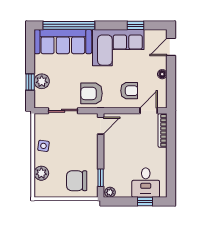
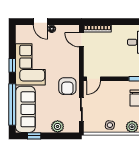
window: (135, 25) -> (12, 65), moved
door: (171, 47) -> (40, 22), moved
window: (30, 82) -> (34, 136), moved
armchair: (129, 91) -> (65, 56), removed
door: (101, 126) -> (94, 79), swing flipped

